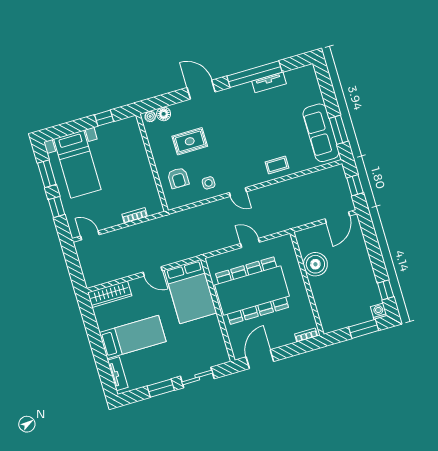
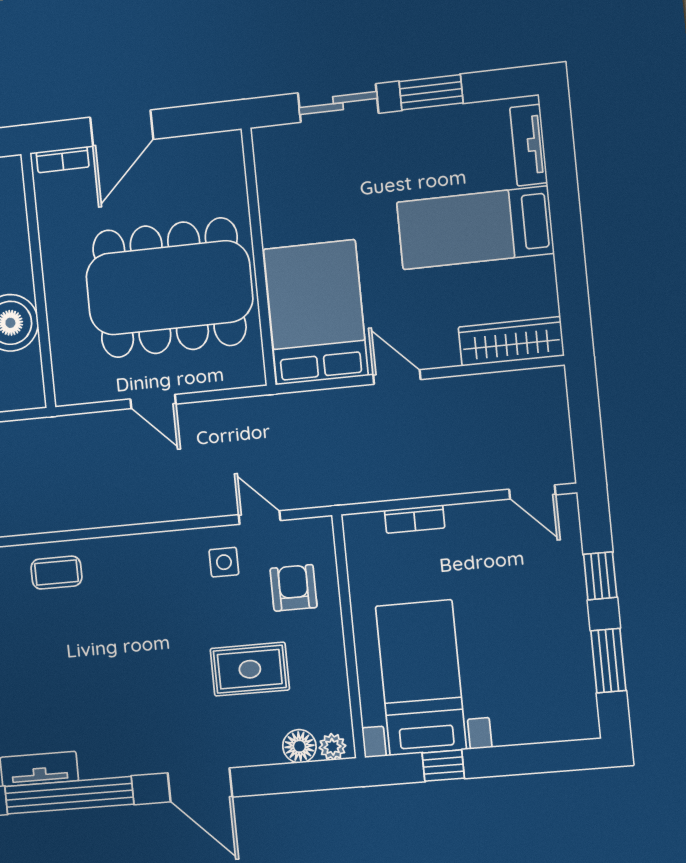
bed with nightstands: (77, 164) -> (421, 678), moved
door: (238, 192) -> (260, 518), moved
door: (260, 359) -> (122, 128), moved

